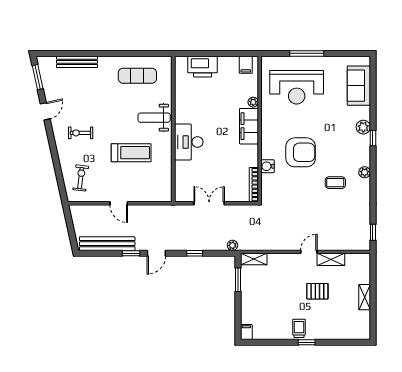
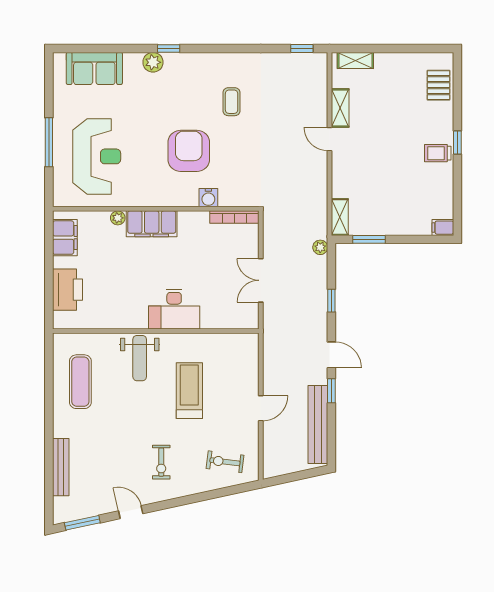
filing cabinet: (246, 65) -> (65, 238), width x2.00
plant: (365, 172) -> (217, 60), removed
pallet: (317, 291) -> (438, 85), moved
shelving: (365, 297) -> (355, 60), moved

